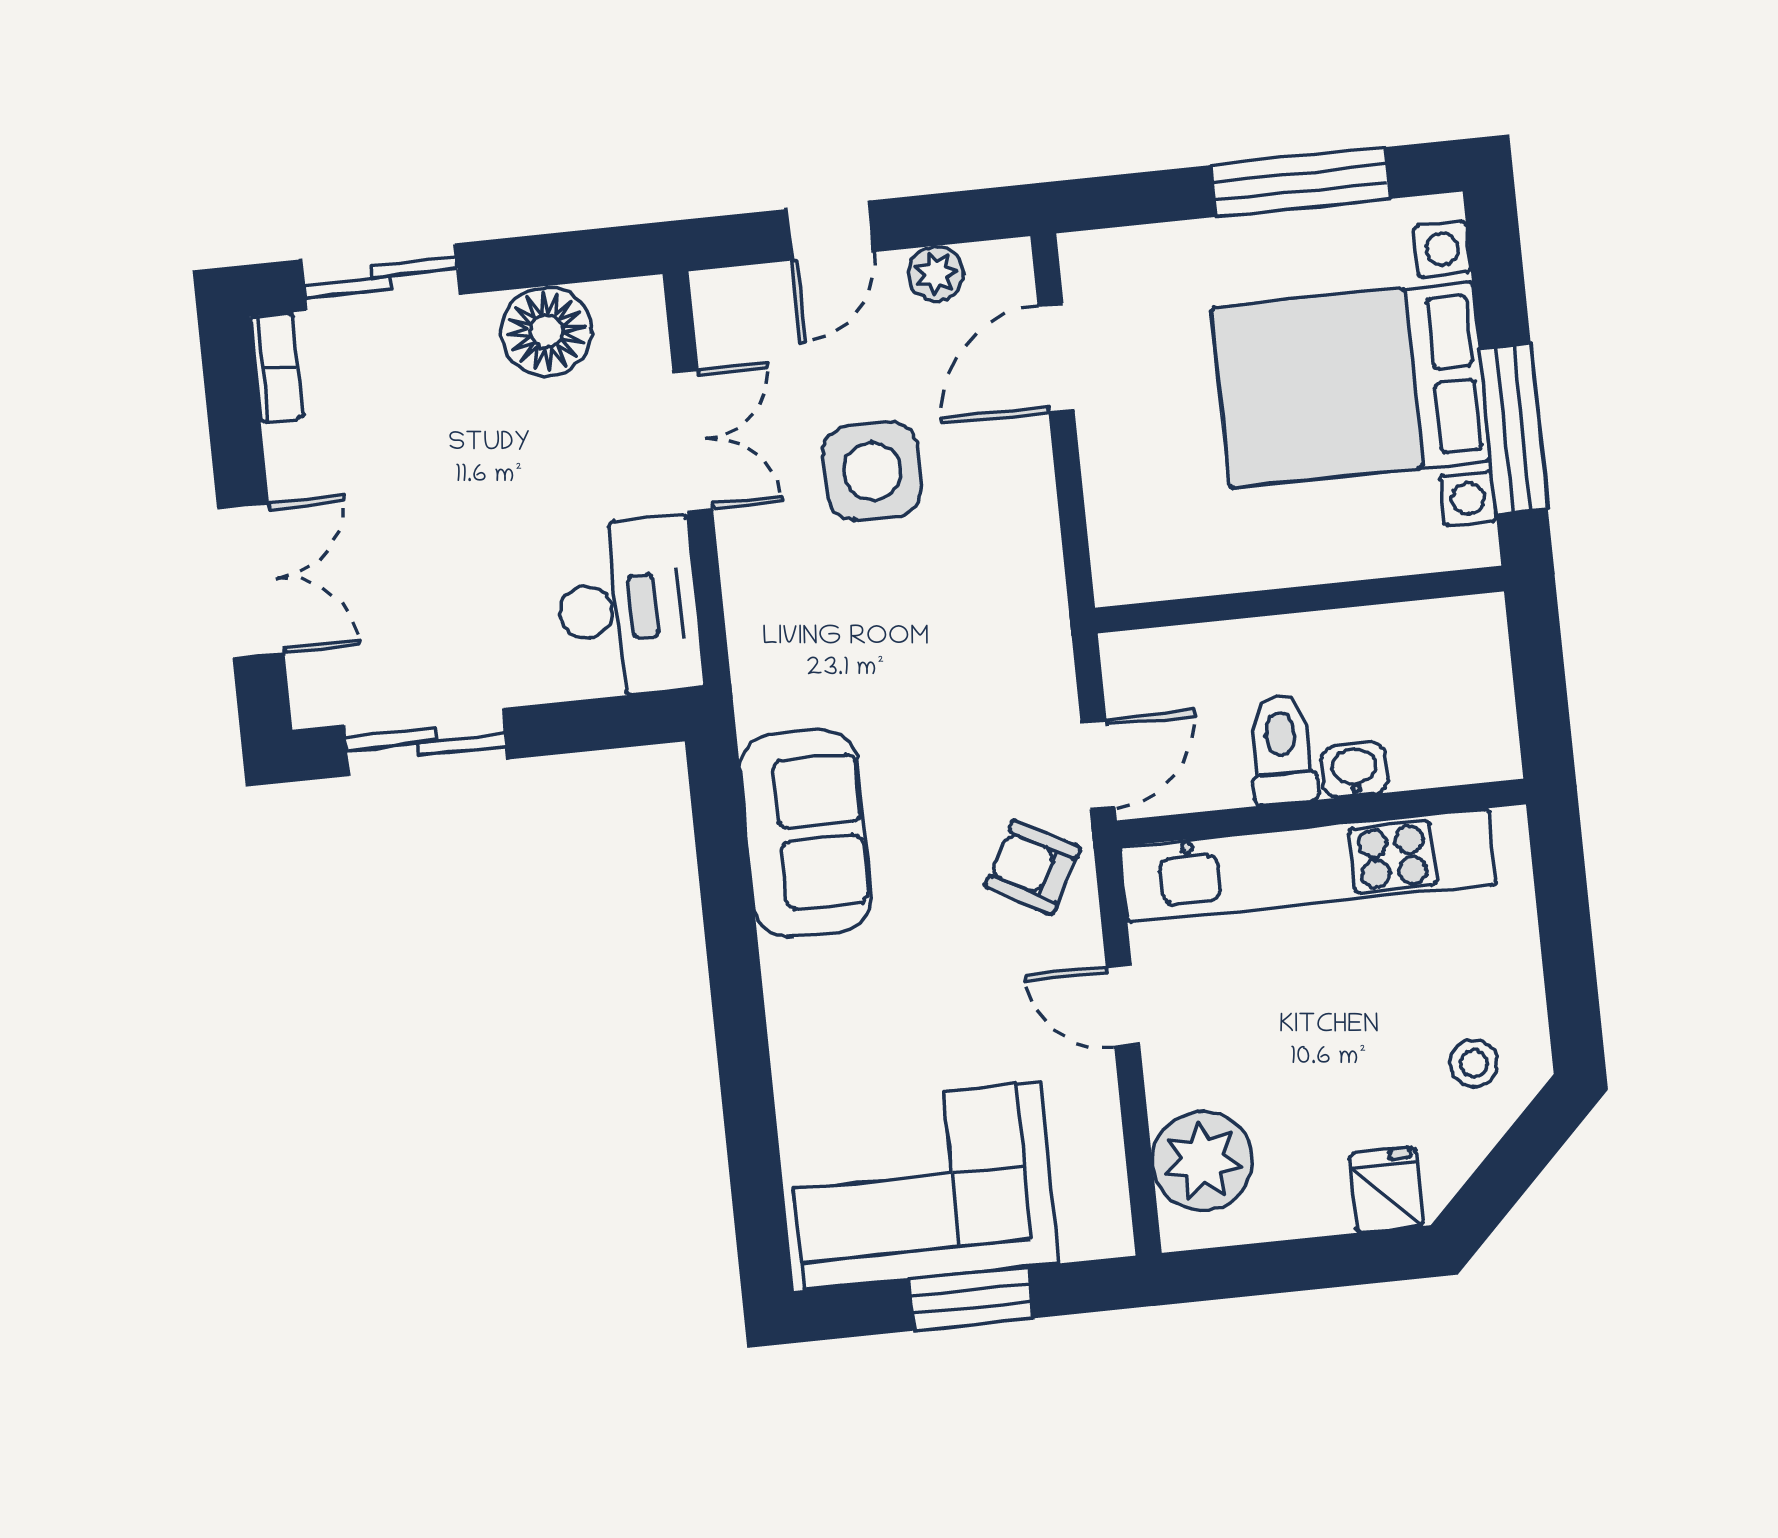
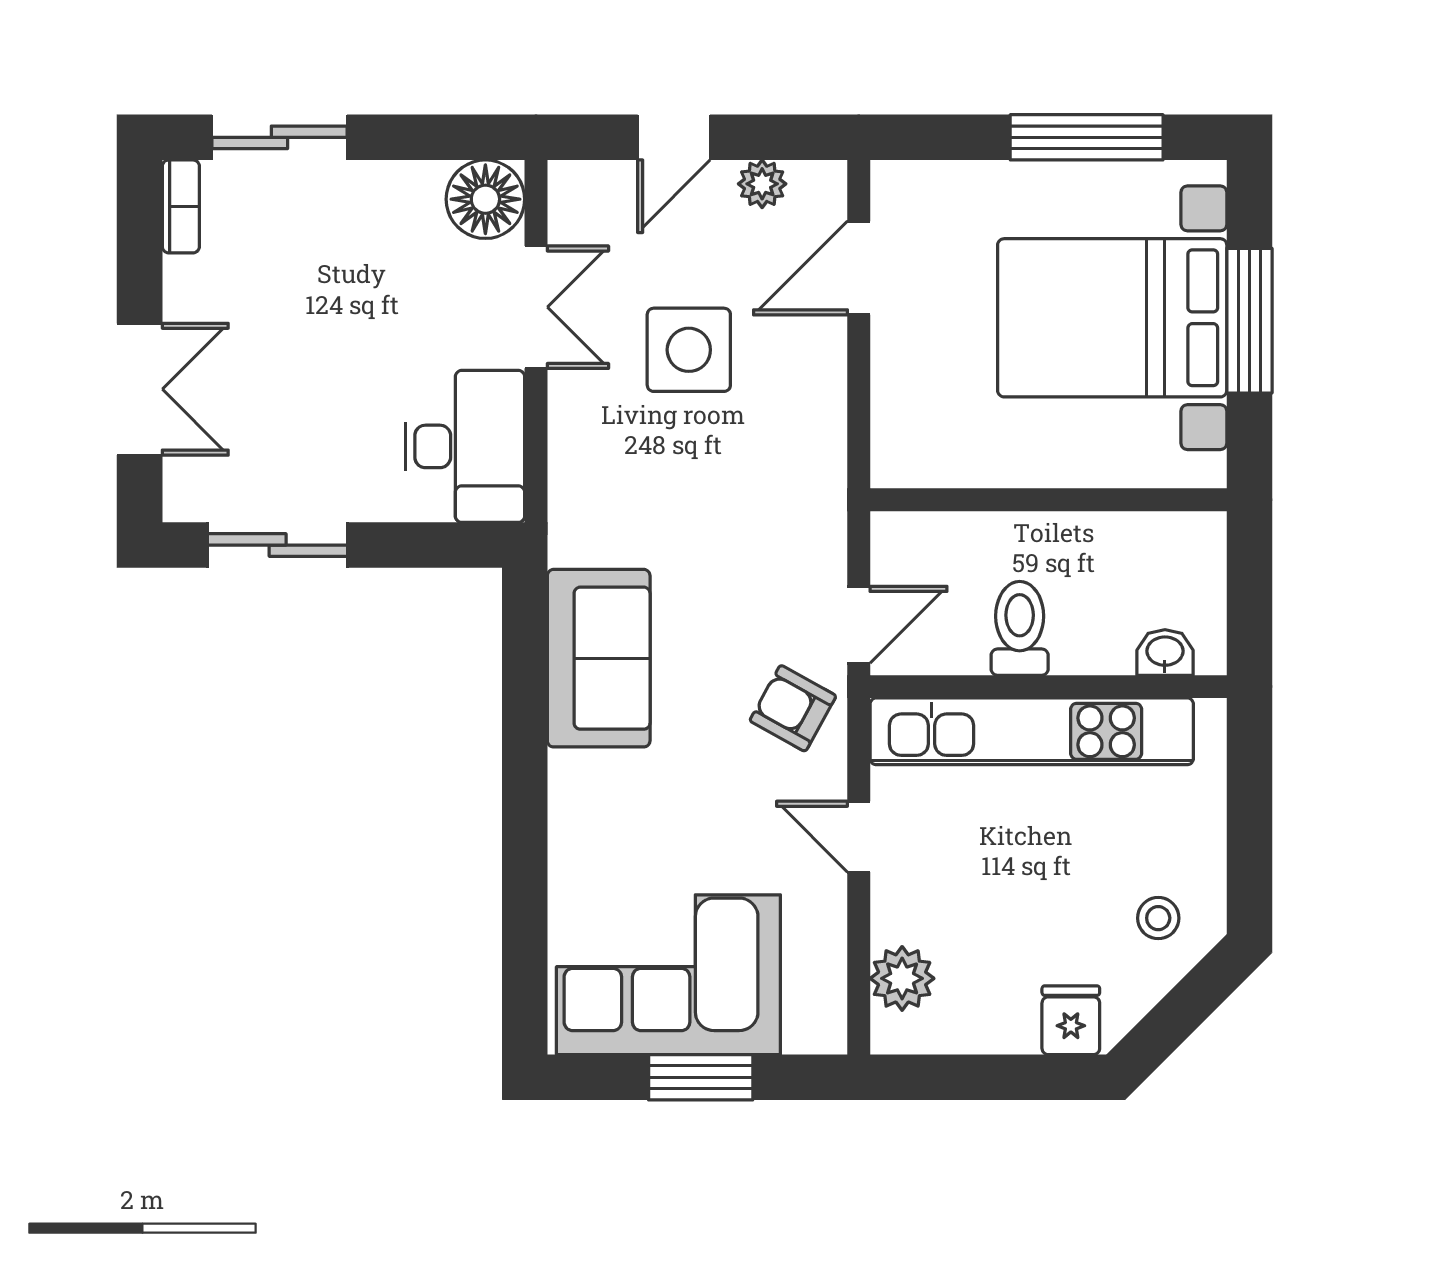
floor lamp: (546, 331) -> (485, 199), moved
window: (1513, 429) -> (1249, 321), moved
washbasin: (1354, 770) -> (1165, 652), moved
plant: (1202, 1161) -> (902, 978), width x0.73, depth x0.73

